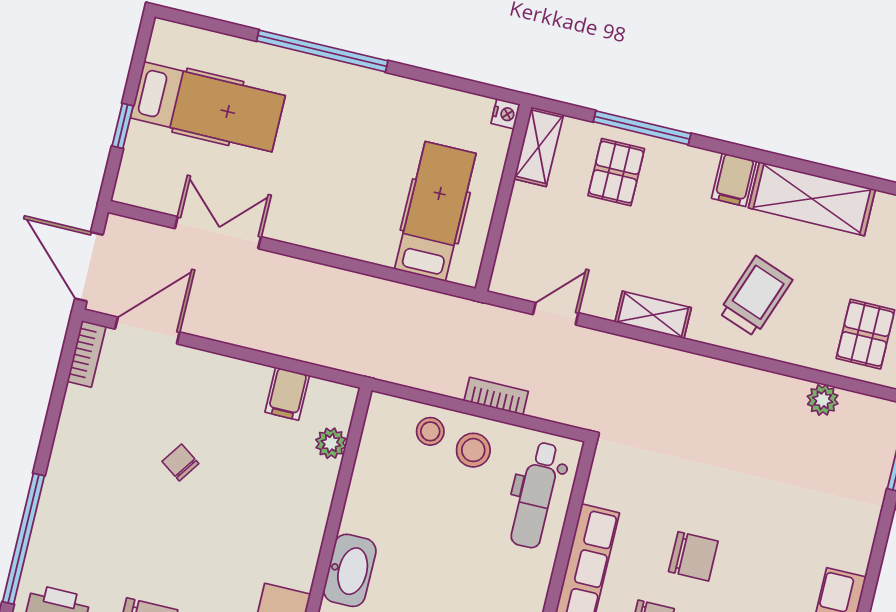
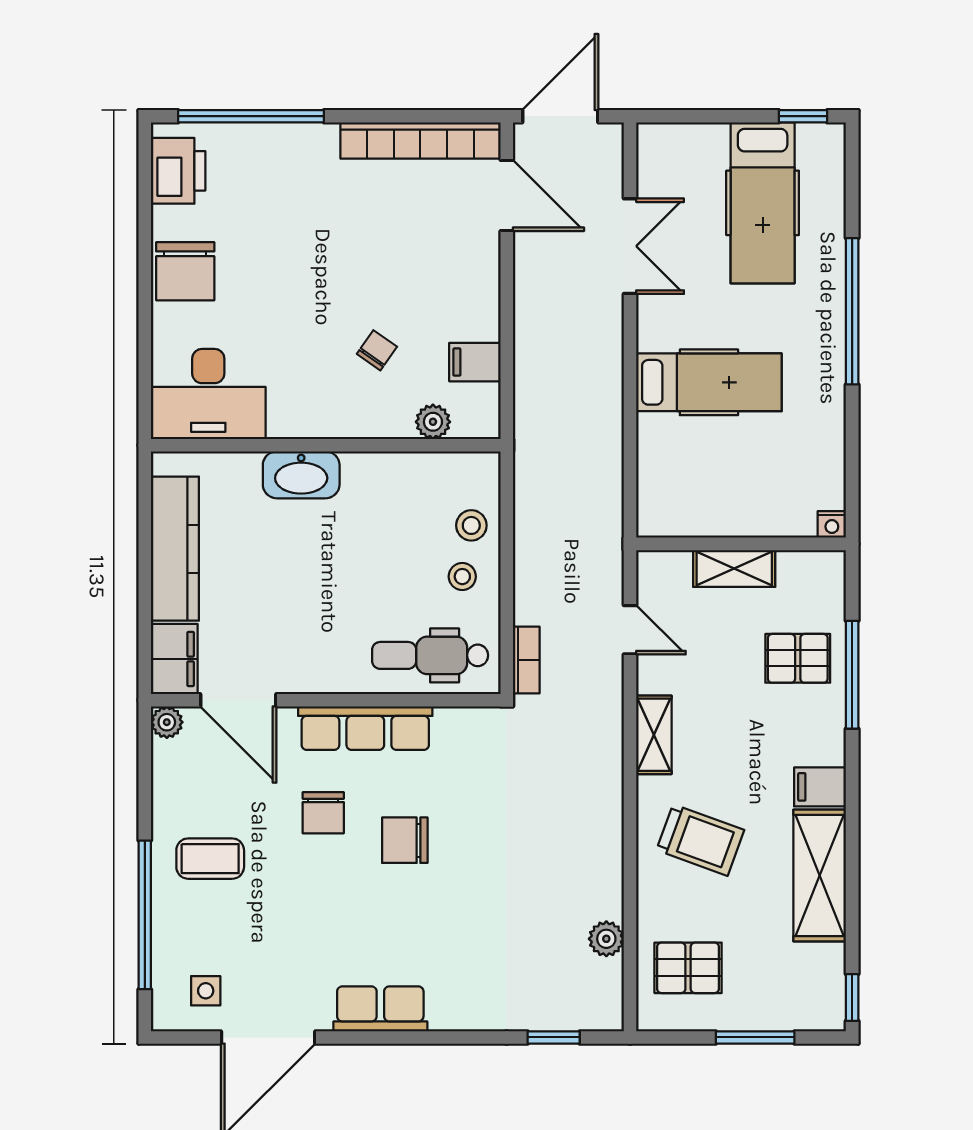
window: (123, 126) -> (803, 116), moved
shelving: (539, 147) -> (734, 569), moved
hospital bed: (435, 211) -> (709, 382), moved
bookcase: (87, 354) -> (420, 141), width x2.31, depth x1.31
bookcase: (496, 396) -> (526, 660), moved
stool: (473, 450) -> (462, 577), width x0.73, depth x0.73
chair: (180, 462) -> (377, 350), moved
chair: (693, 556) -> (405, 840), turned 90

